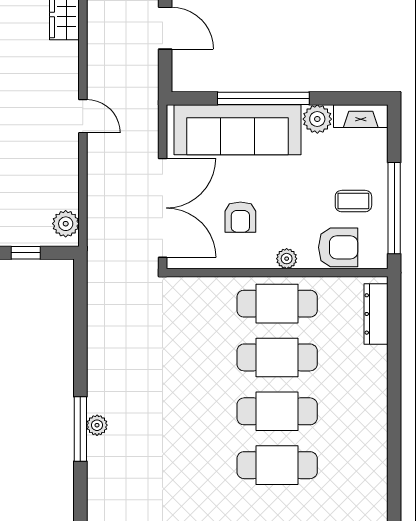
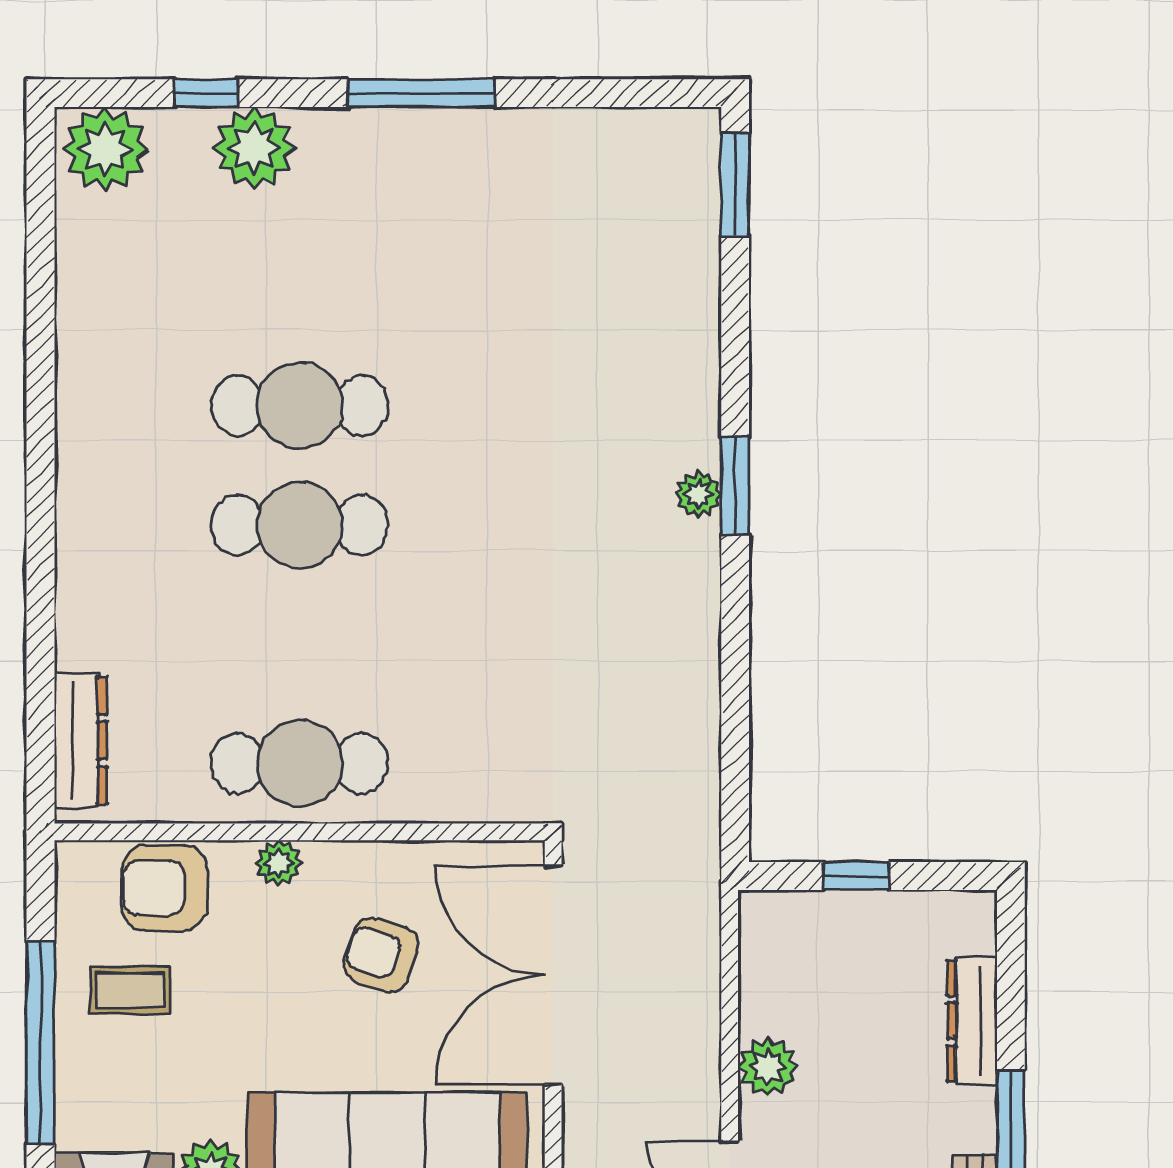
window: (394, 208) -> (40, 1043), moved
armchair: (240, 217) -> (381, 955), turned -72
plant: (66, 224) -> (768, 1067), moved
cafe table: (277, 357) -> (300, 644), removed
window: (80, 429) -> (735, 486), width x0.69

